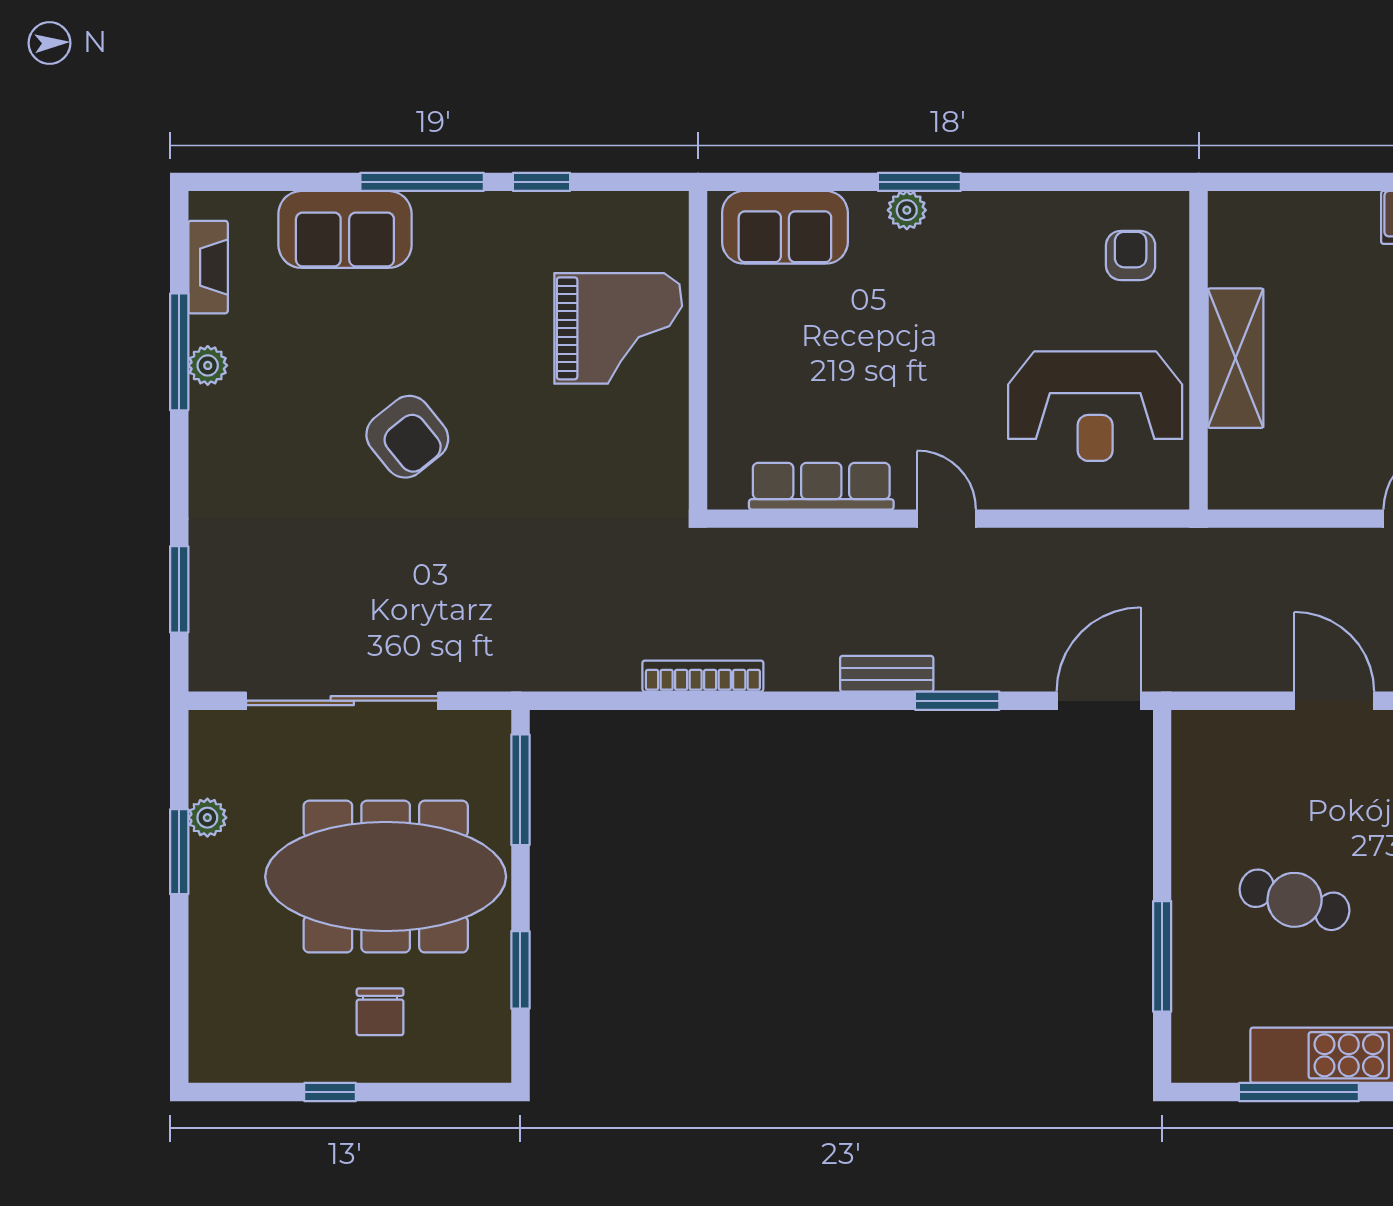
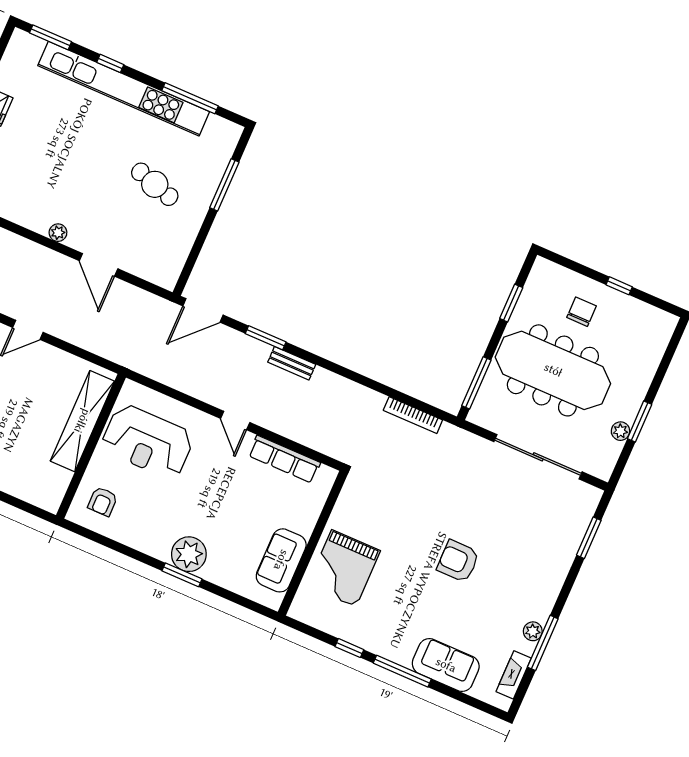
plant: (907, 210) -> (189, 554), width x1.87, depth x1.87
sofa: (785, 227) -> (281, 560), moved, turned -90
grand piano: (618, 328) -> (344, 568), turned -90
shelving: (1236, 358) -> (82, 421), width x1.47
reception desk: (1095, 406) -> (148, 442), turned 180
armchair: (407, 437) -> (458, 561), turned -51
bookcase: (703, 676) -> (413, 415), moved

